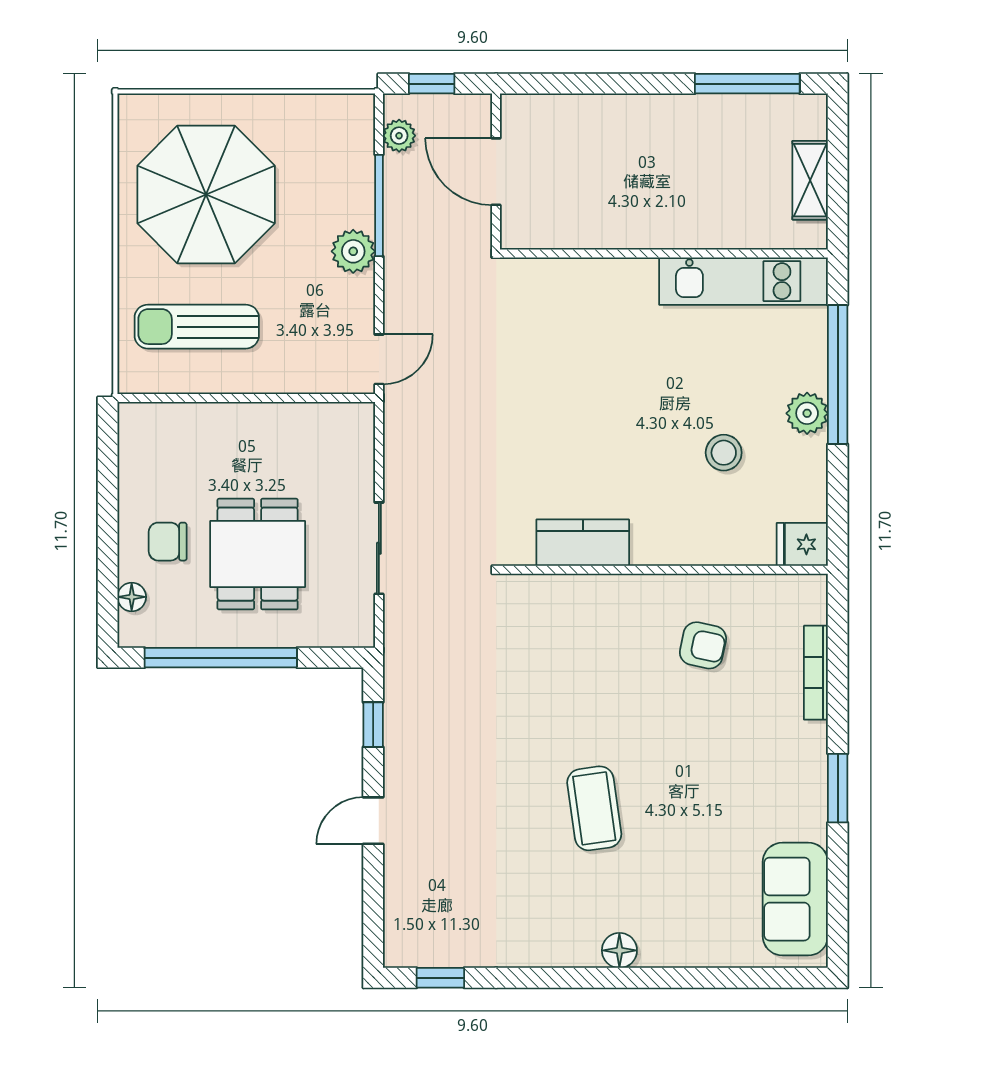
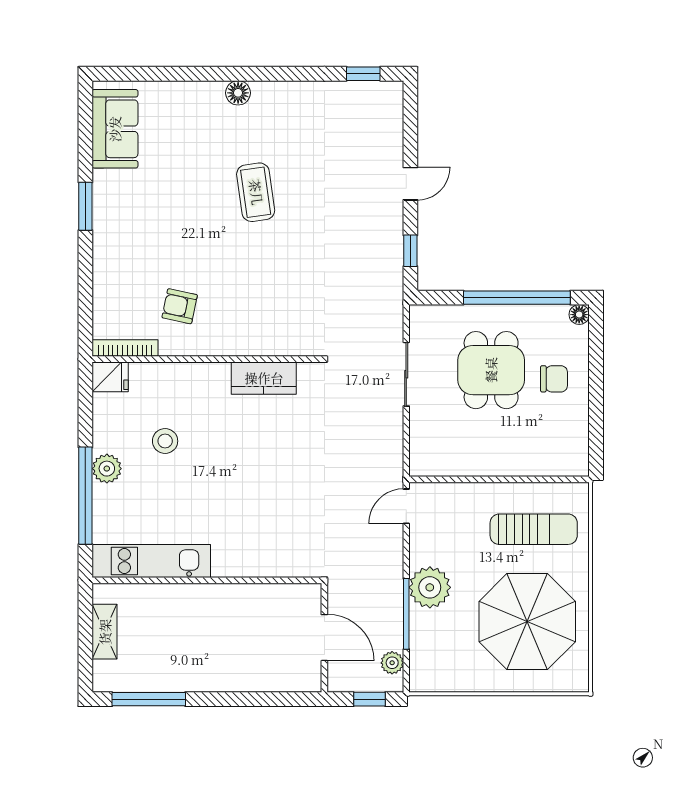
plant: (353, 251) -> (430, 587), width x1.36, depth x1.36
floor lamp: (132, 597) -> (579, 315), moved
bookcase: (816, 673) -> (125, 348), moved, turned -90

